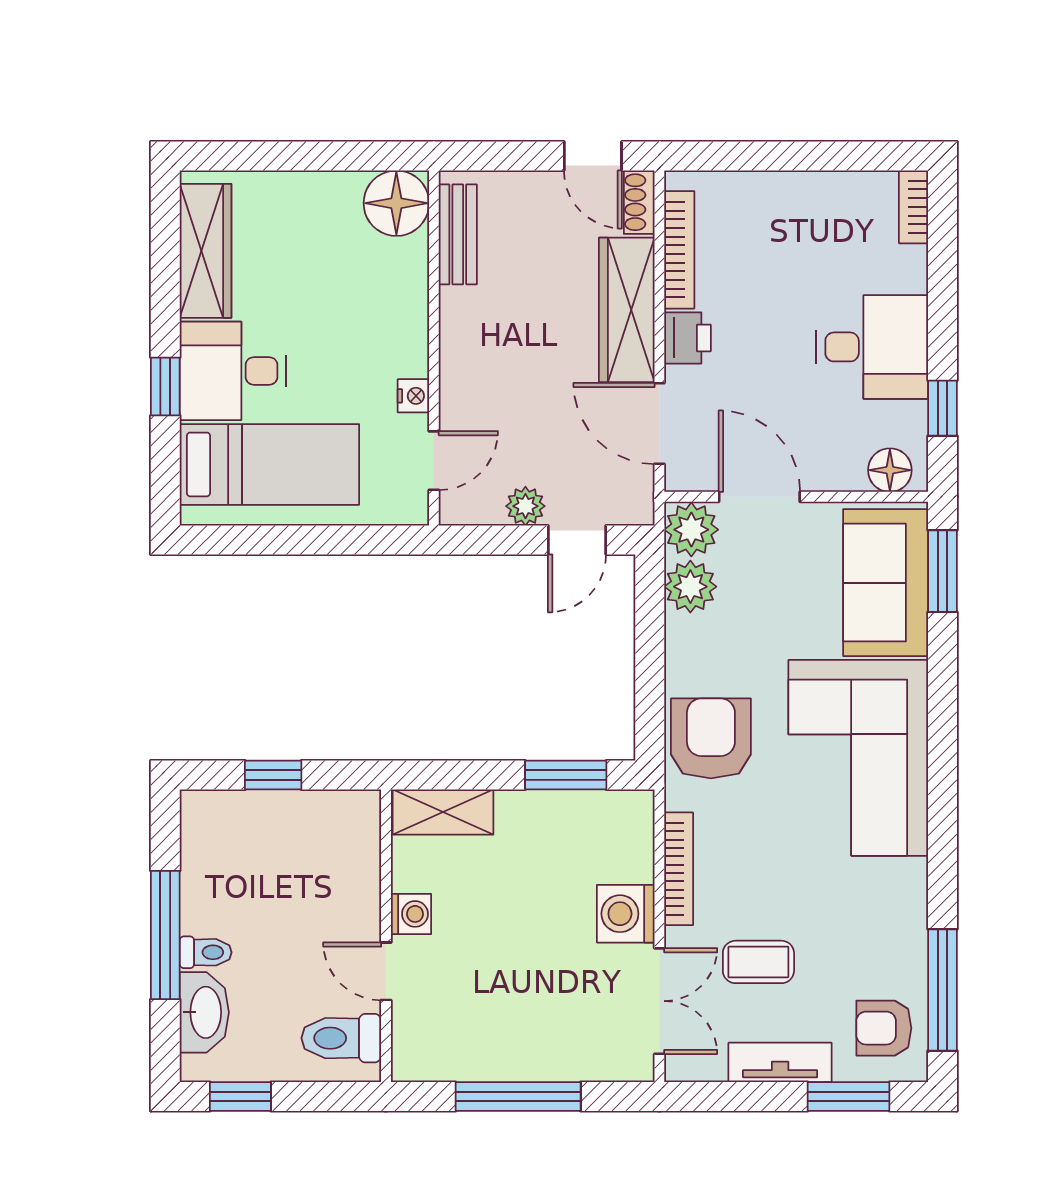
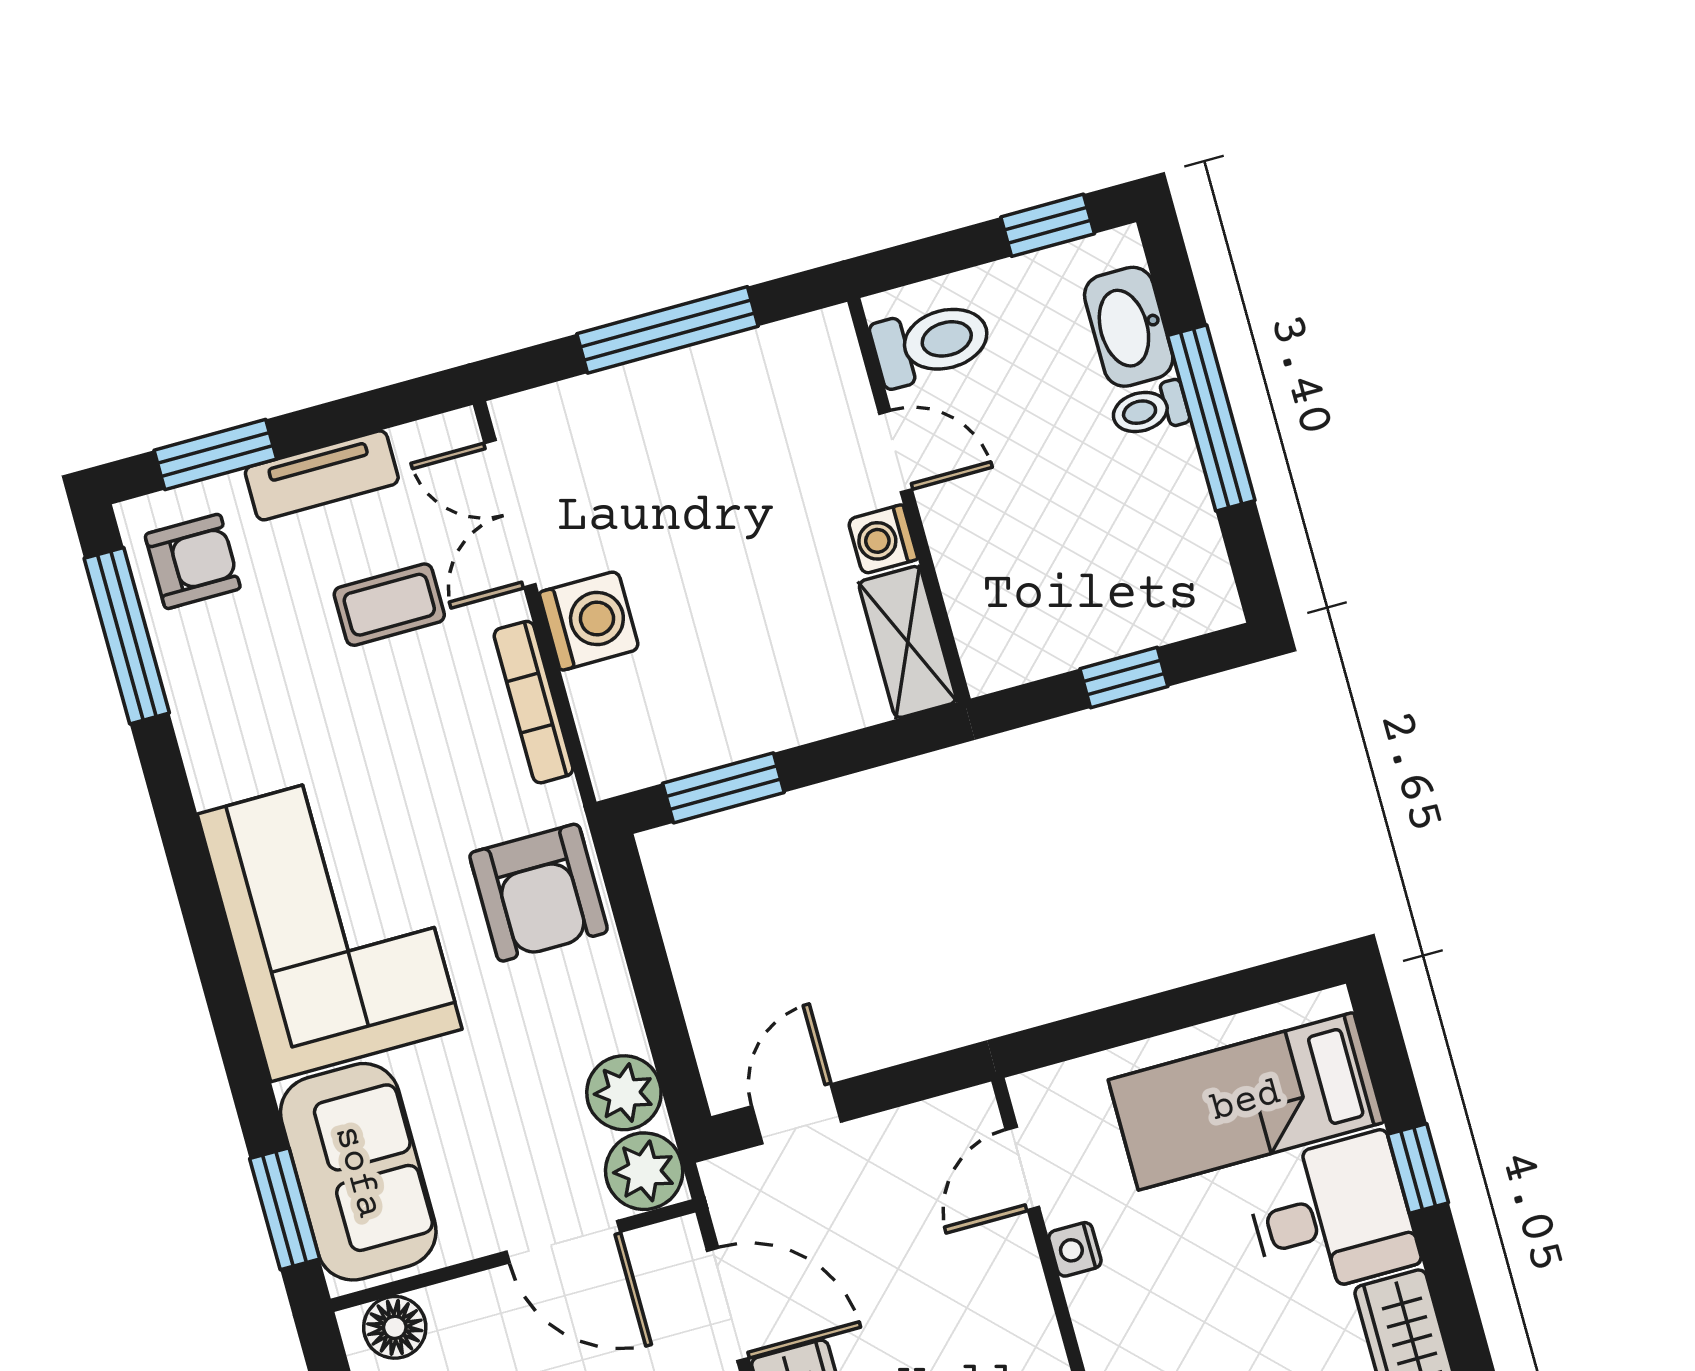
plant: (525, 506) -> (880, 1141), removed
shelving: (443, 812) -> (908, 642), moved, turned 90

